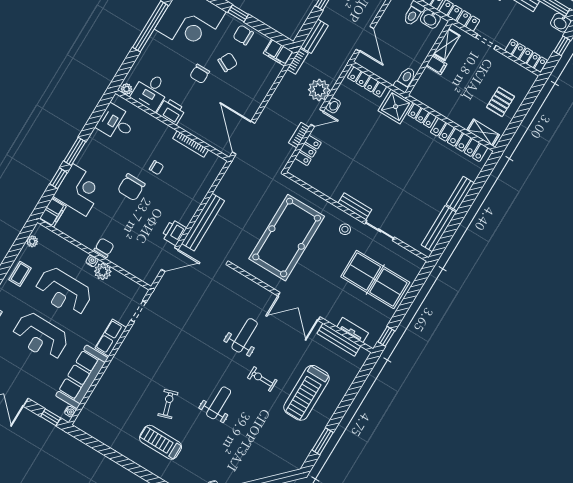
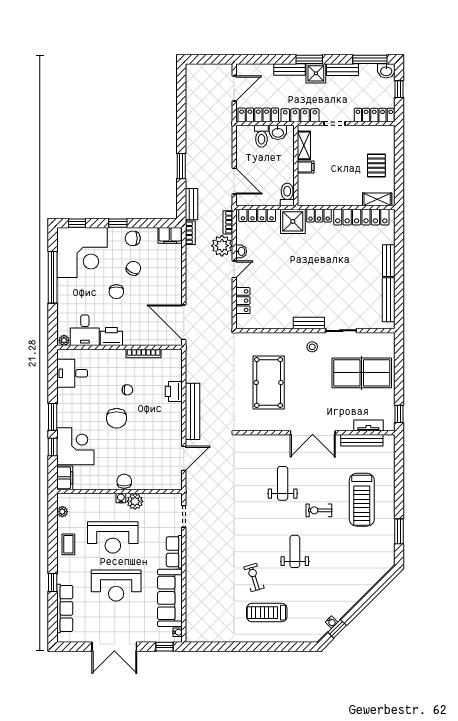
bookcase: (299, 135) -> (228, 222), moved
printer: (174, 232) -> (174, 391), moved
pool table: (287, 238) -> (269, 383), width x0.73, depth x0.76

